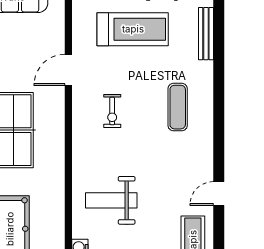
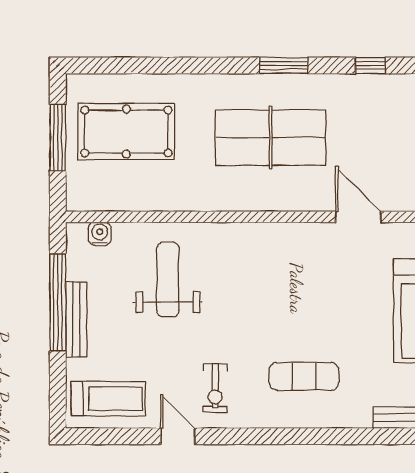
exercise bike: (112, 111) -> (215, 388), moved, turned -90

